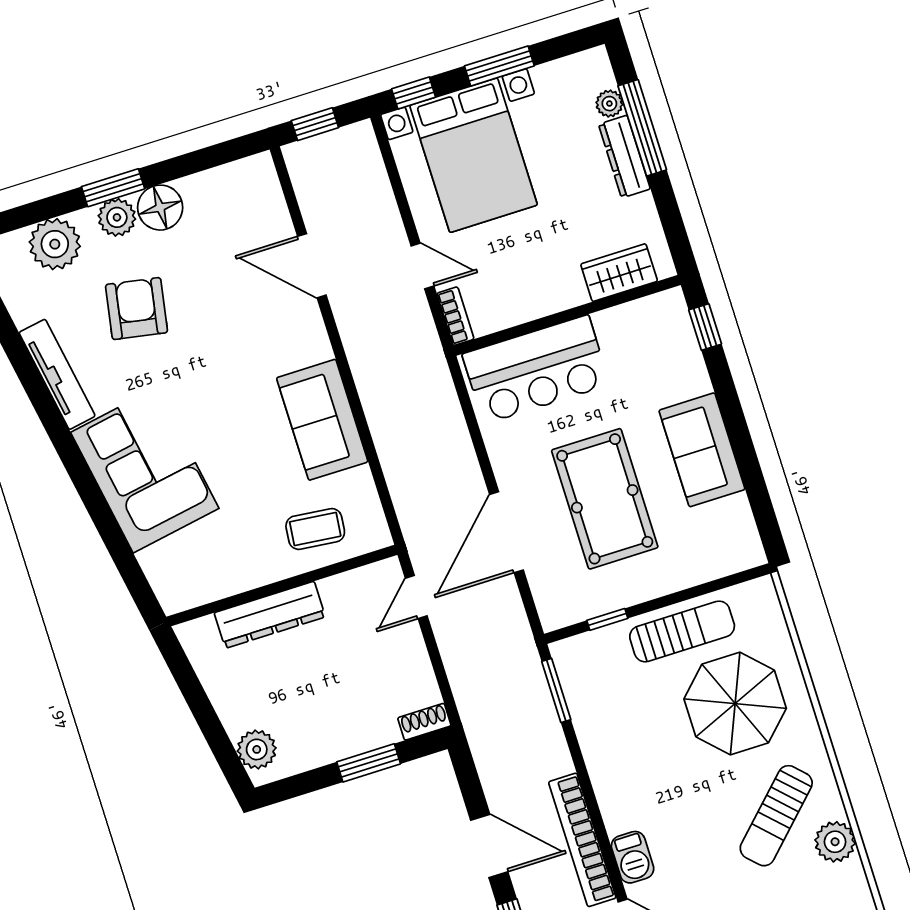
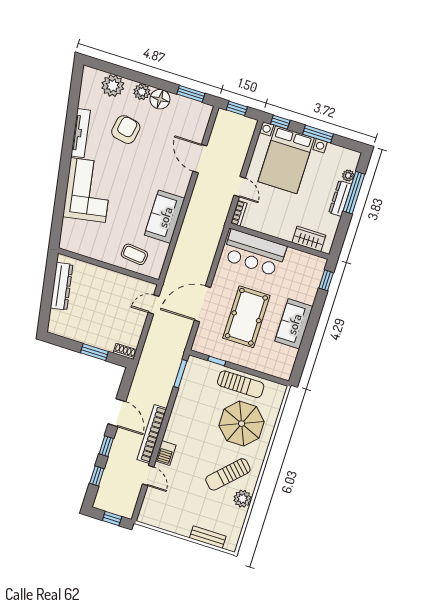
window: (113, 188) -> (191, 94), moved
dresser: (270, 615) -> (62, 286), moved, turned -100
plant: (257, 749) -> (57, 319), removed

